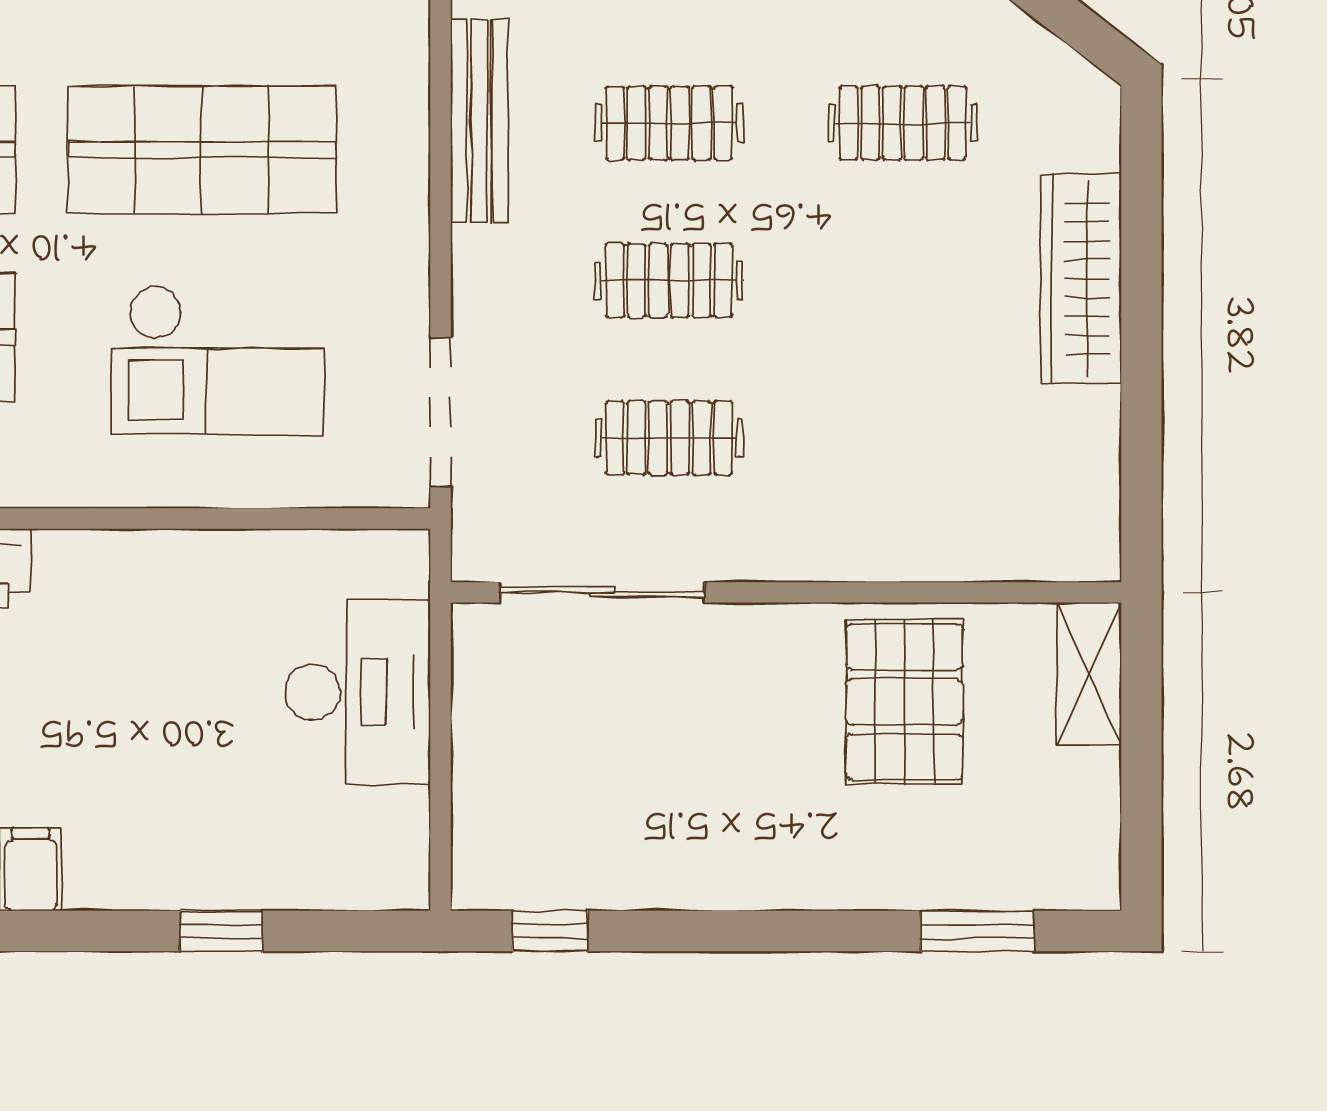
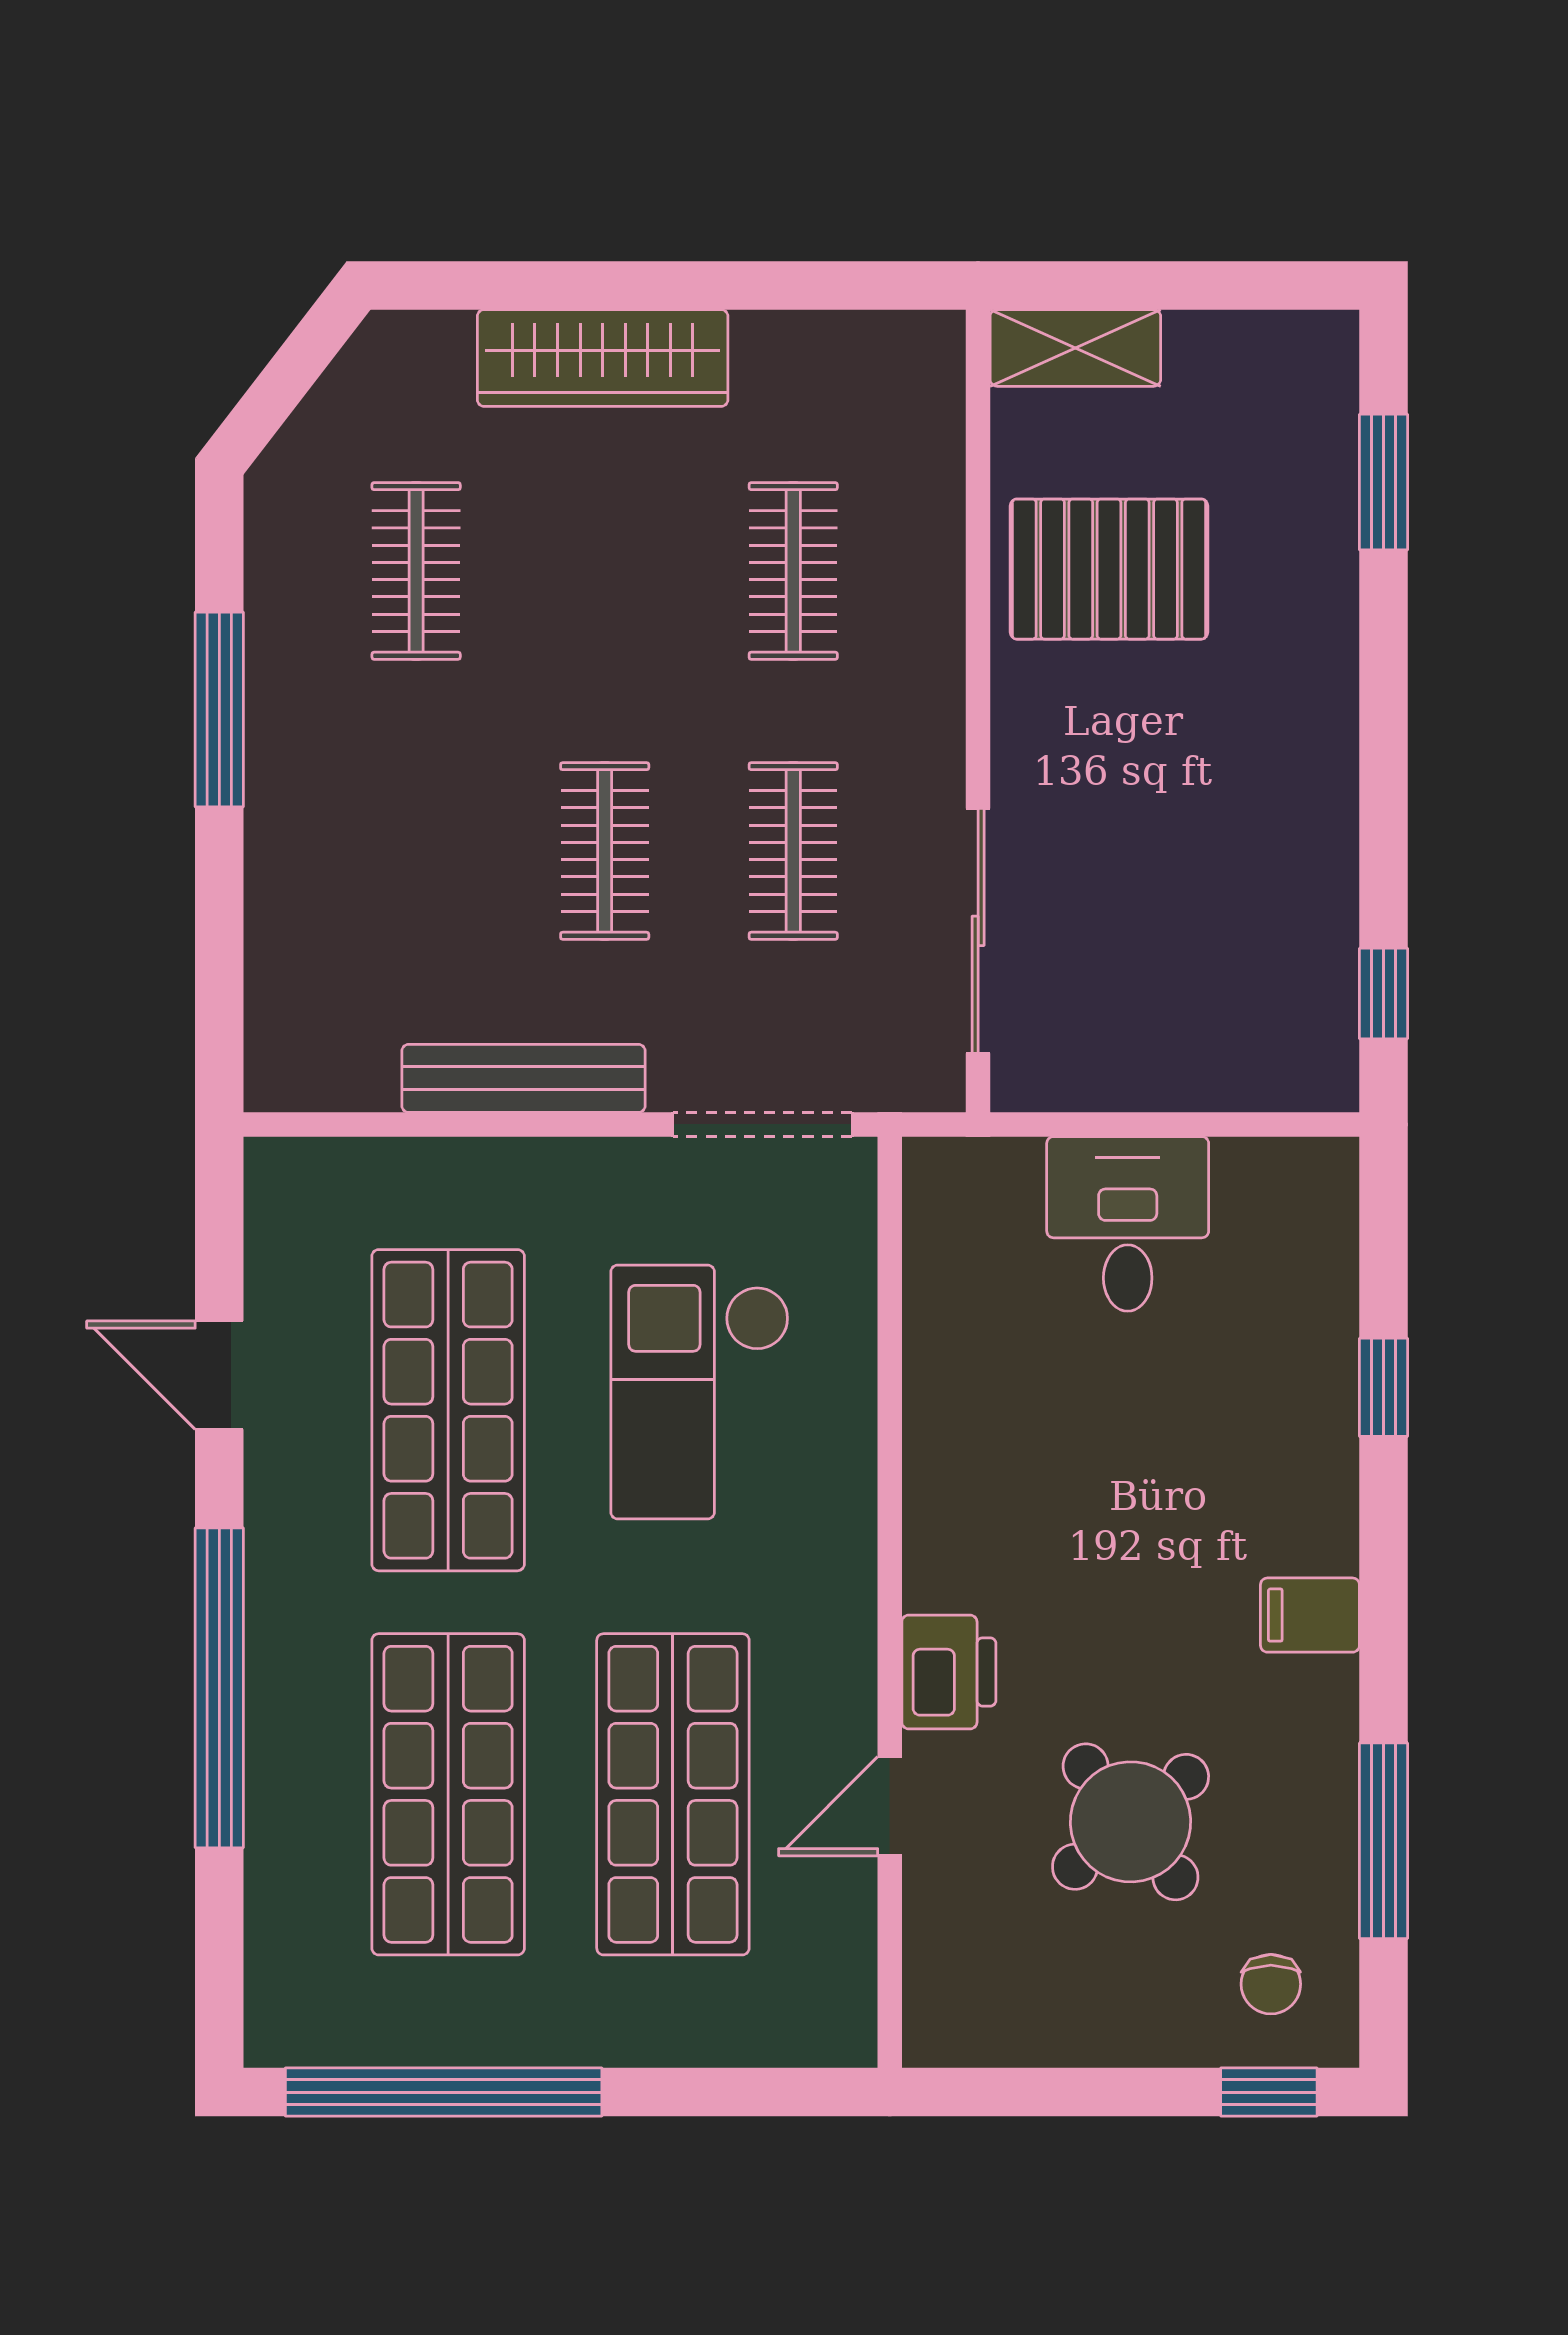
bench: (479, 121) -> (524, 1078), moved
clothes rail: (669, 123) -> (793, 571), moved
checkout: (217, 360) -> (700, 1392), turned 180
desk: (358, 692) -> (1128, 1224), width x0.73

